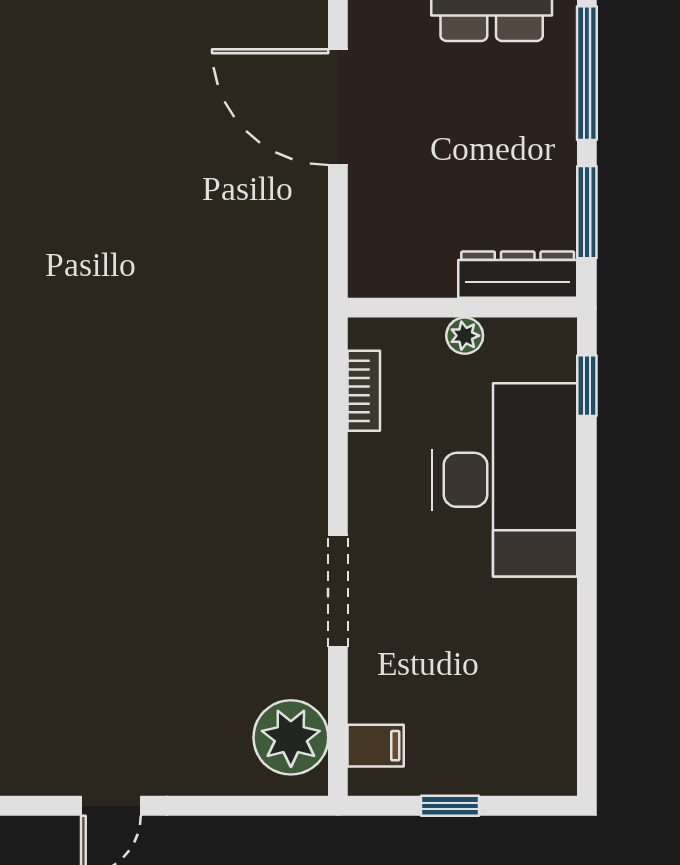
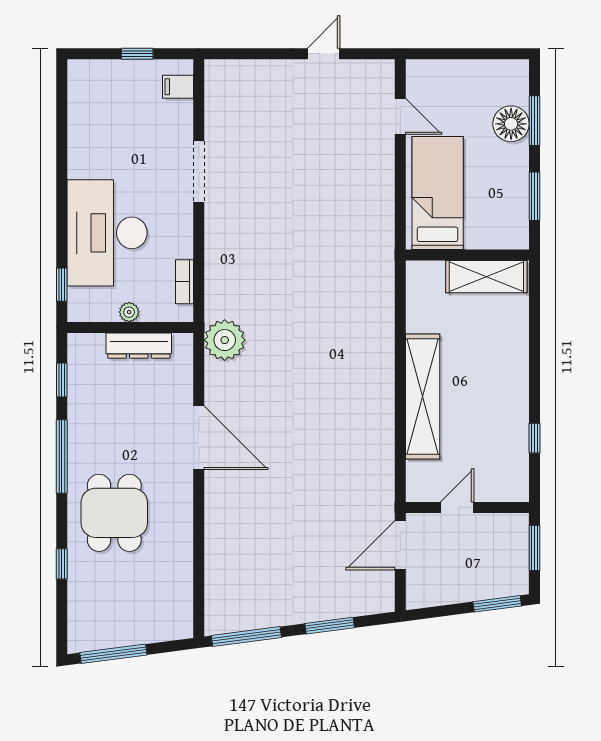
window: (587, 212) -> (62, 380), width x0.67
dresser: (518, 275) -> (139, 346), moved
plant: (291, 737) -> (225, 340), moved

